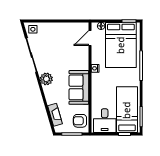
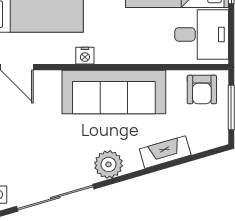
sofa: (79, 87) -> (114, 92), width x1.36
fireplace: (55, 115) -> (165, 152), moved

